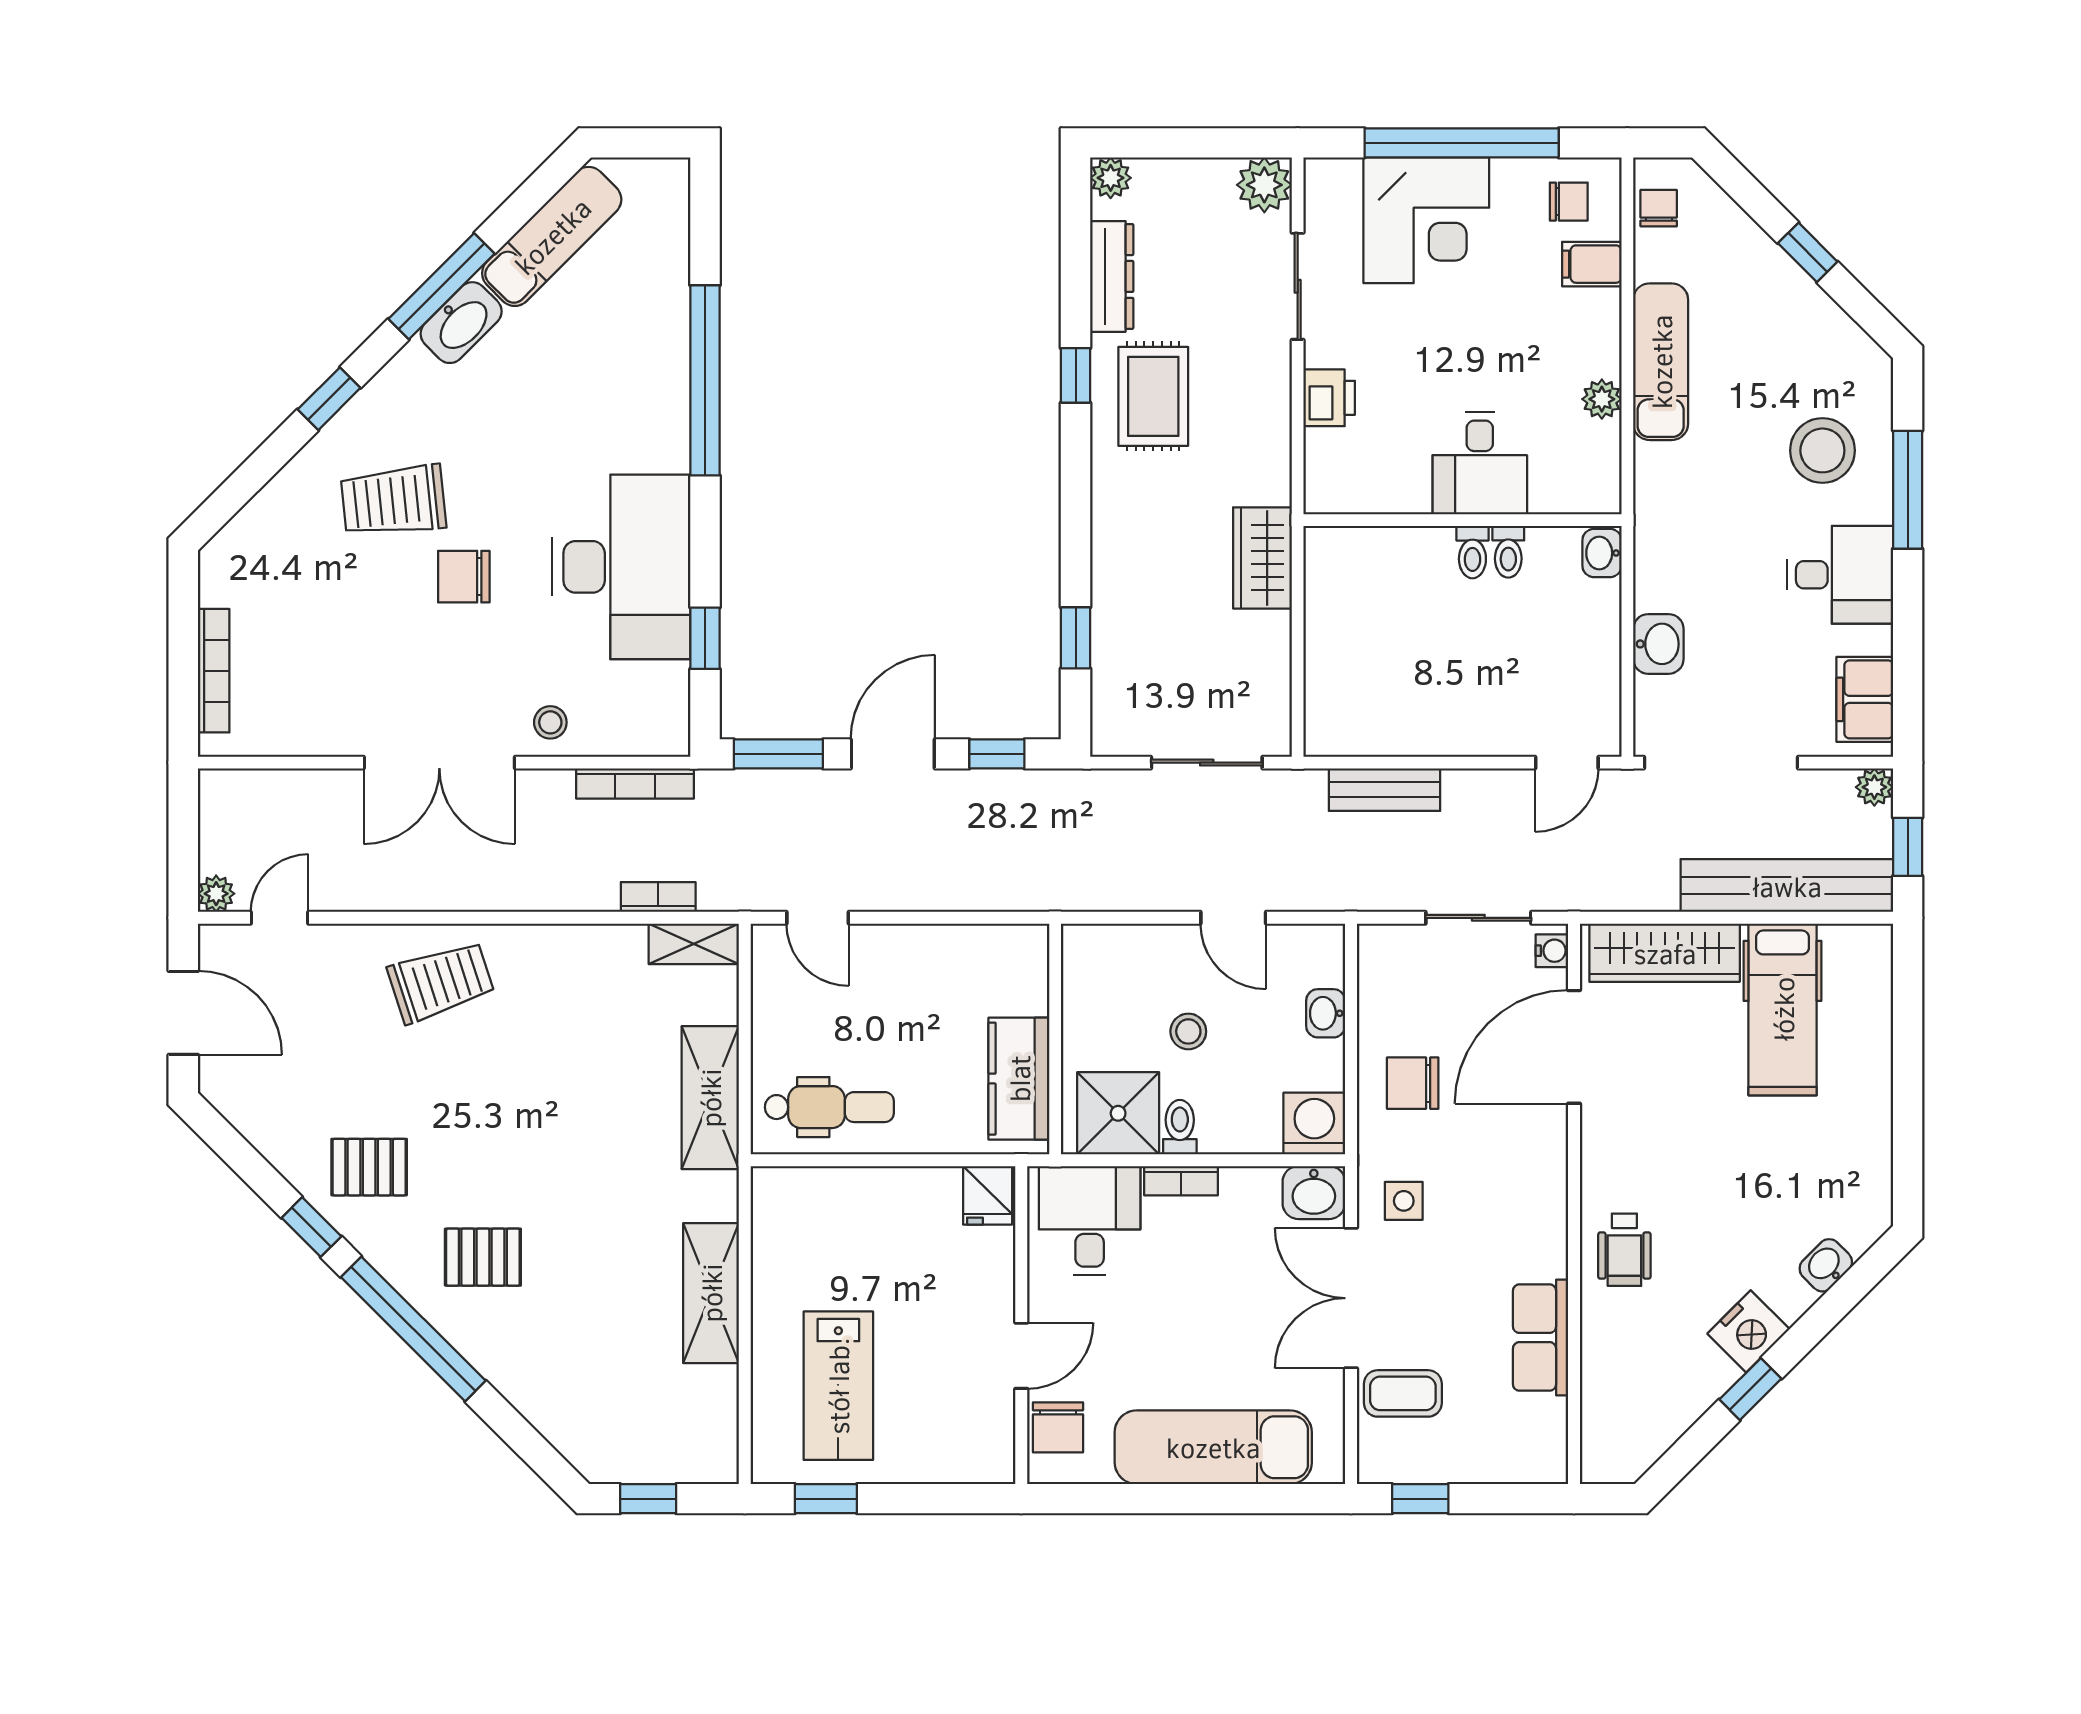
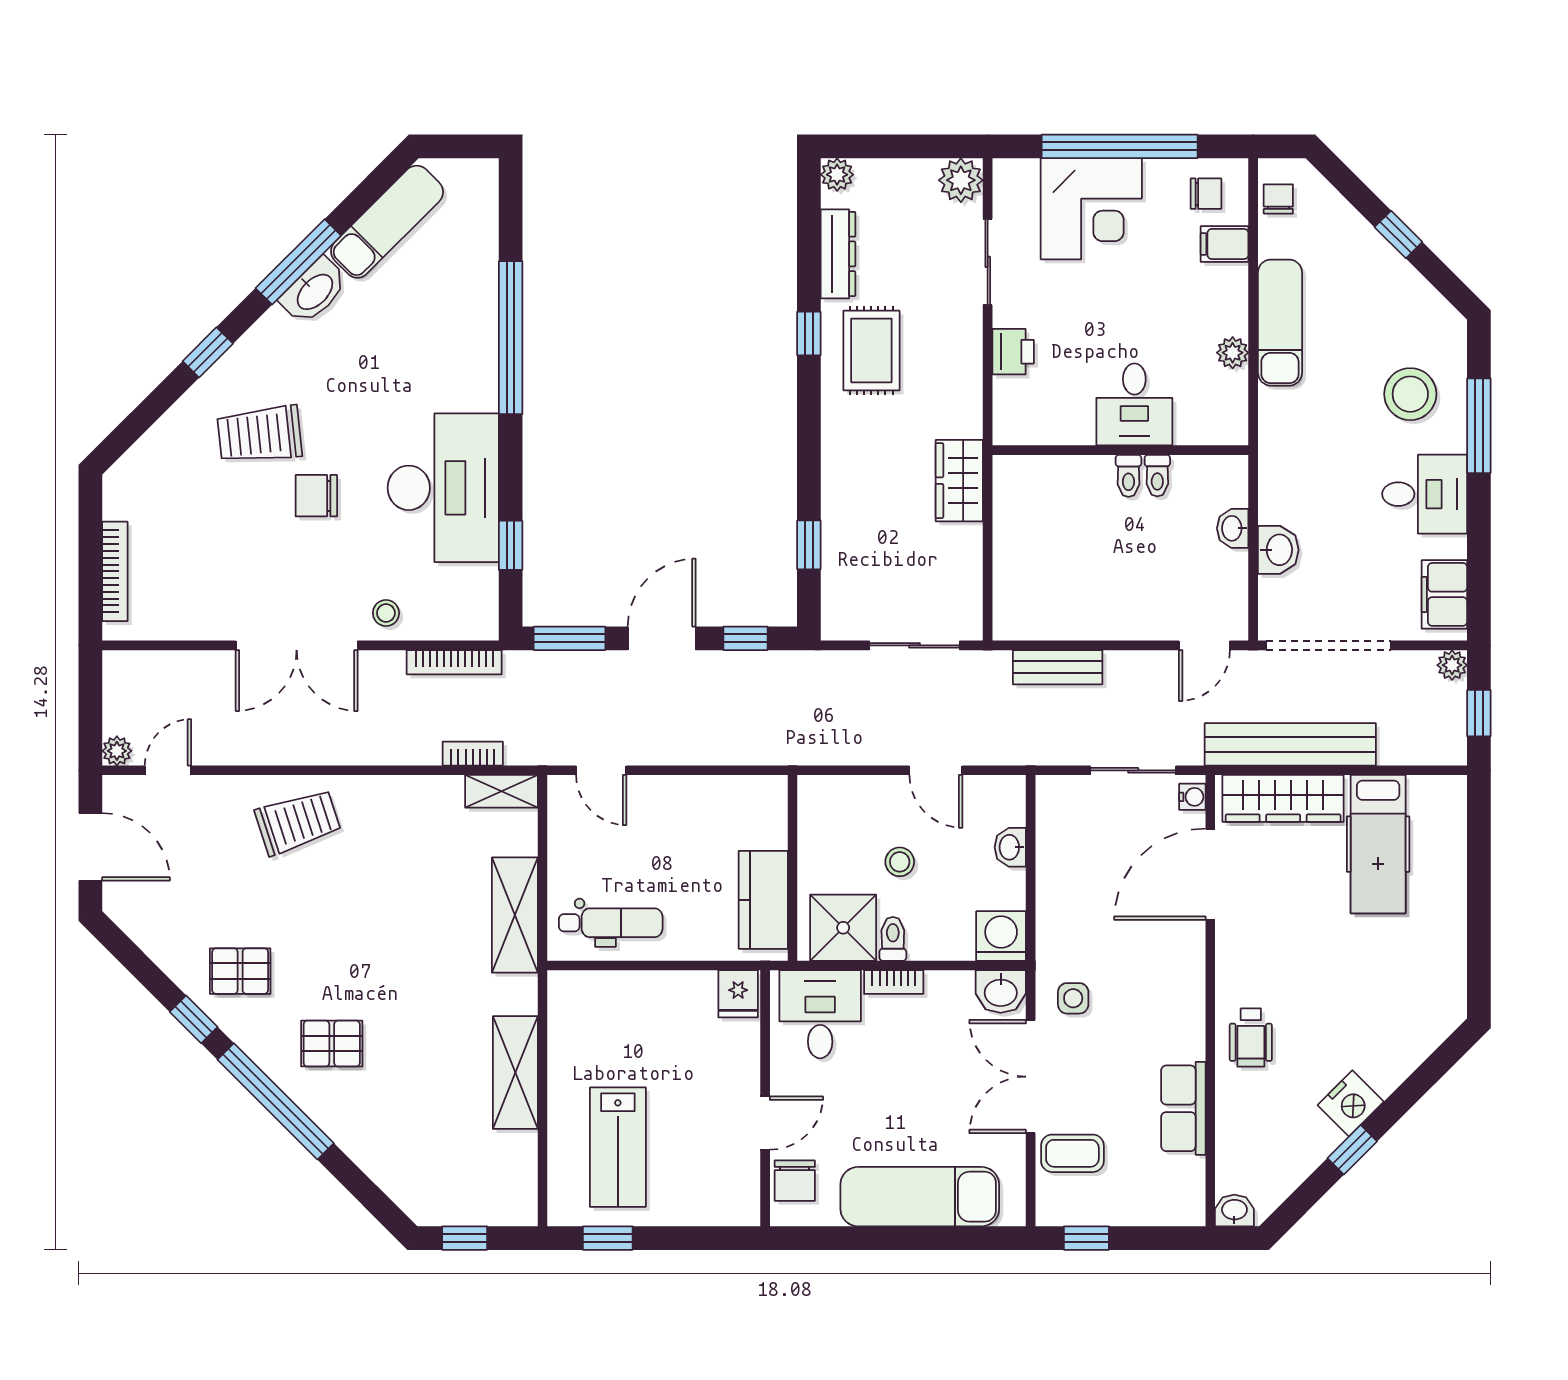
washbasin: (1602, 553) -> (1233, 528), moved
bench: (1787, 886) -> (1290, 744), moved
chair: (1413, 1083) -> (1080, 903), removed
washbasin: (1826, 1265) -> (1234, 1211), moved, turned 45

